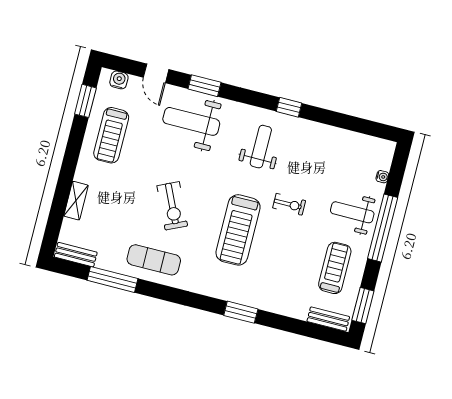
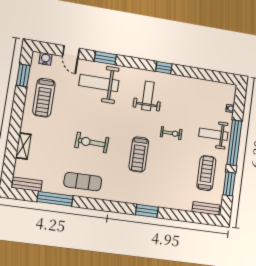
exercise bike: (172, 206) -> (92, 142), turned 117
treadmill: (238, 230) -> (139, 154), width x0.73, depth x0.73
window: (363, 306) -> (229, 184), moved

